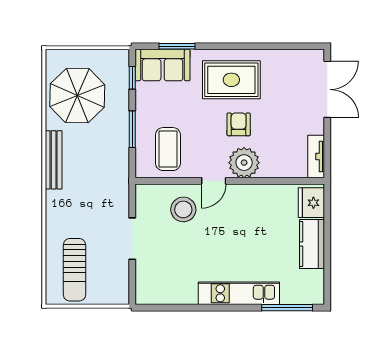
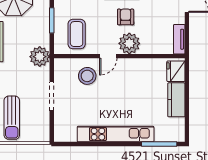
plant: (115, 182) -> (40, 57), added
kitchen unit: (239, 293) -> (116, 134), width x1.36

